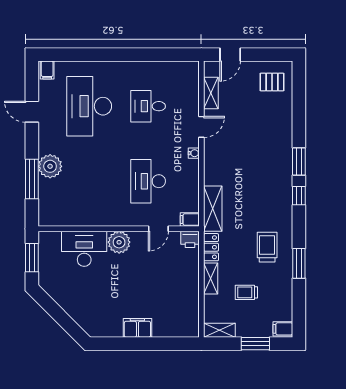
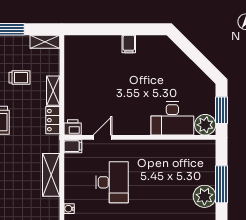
shelving: (213, 209) -> (51, 175), moved
plant: (119, 242) -> (205, 125), moved
filing cabinet: (137, 328) -> (129, 44), width x0.50

